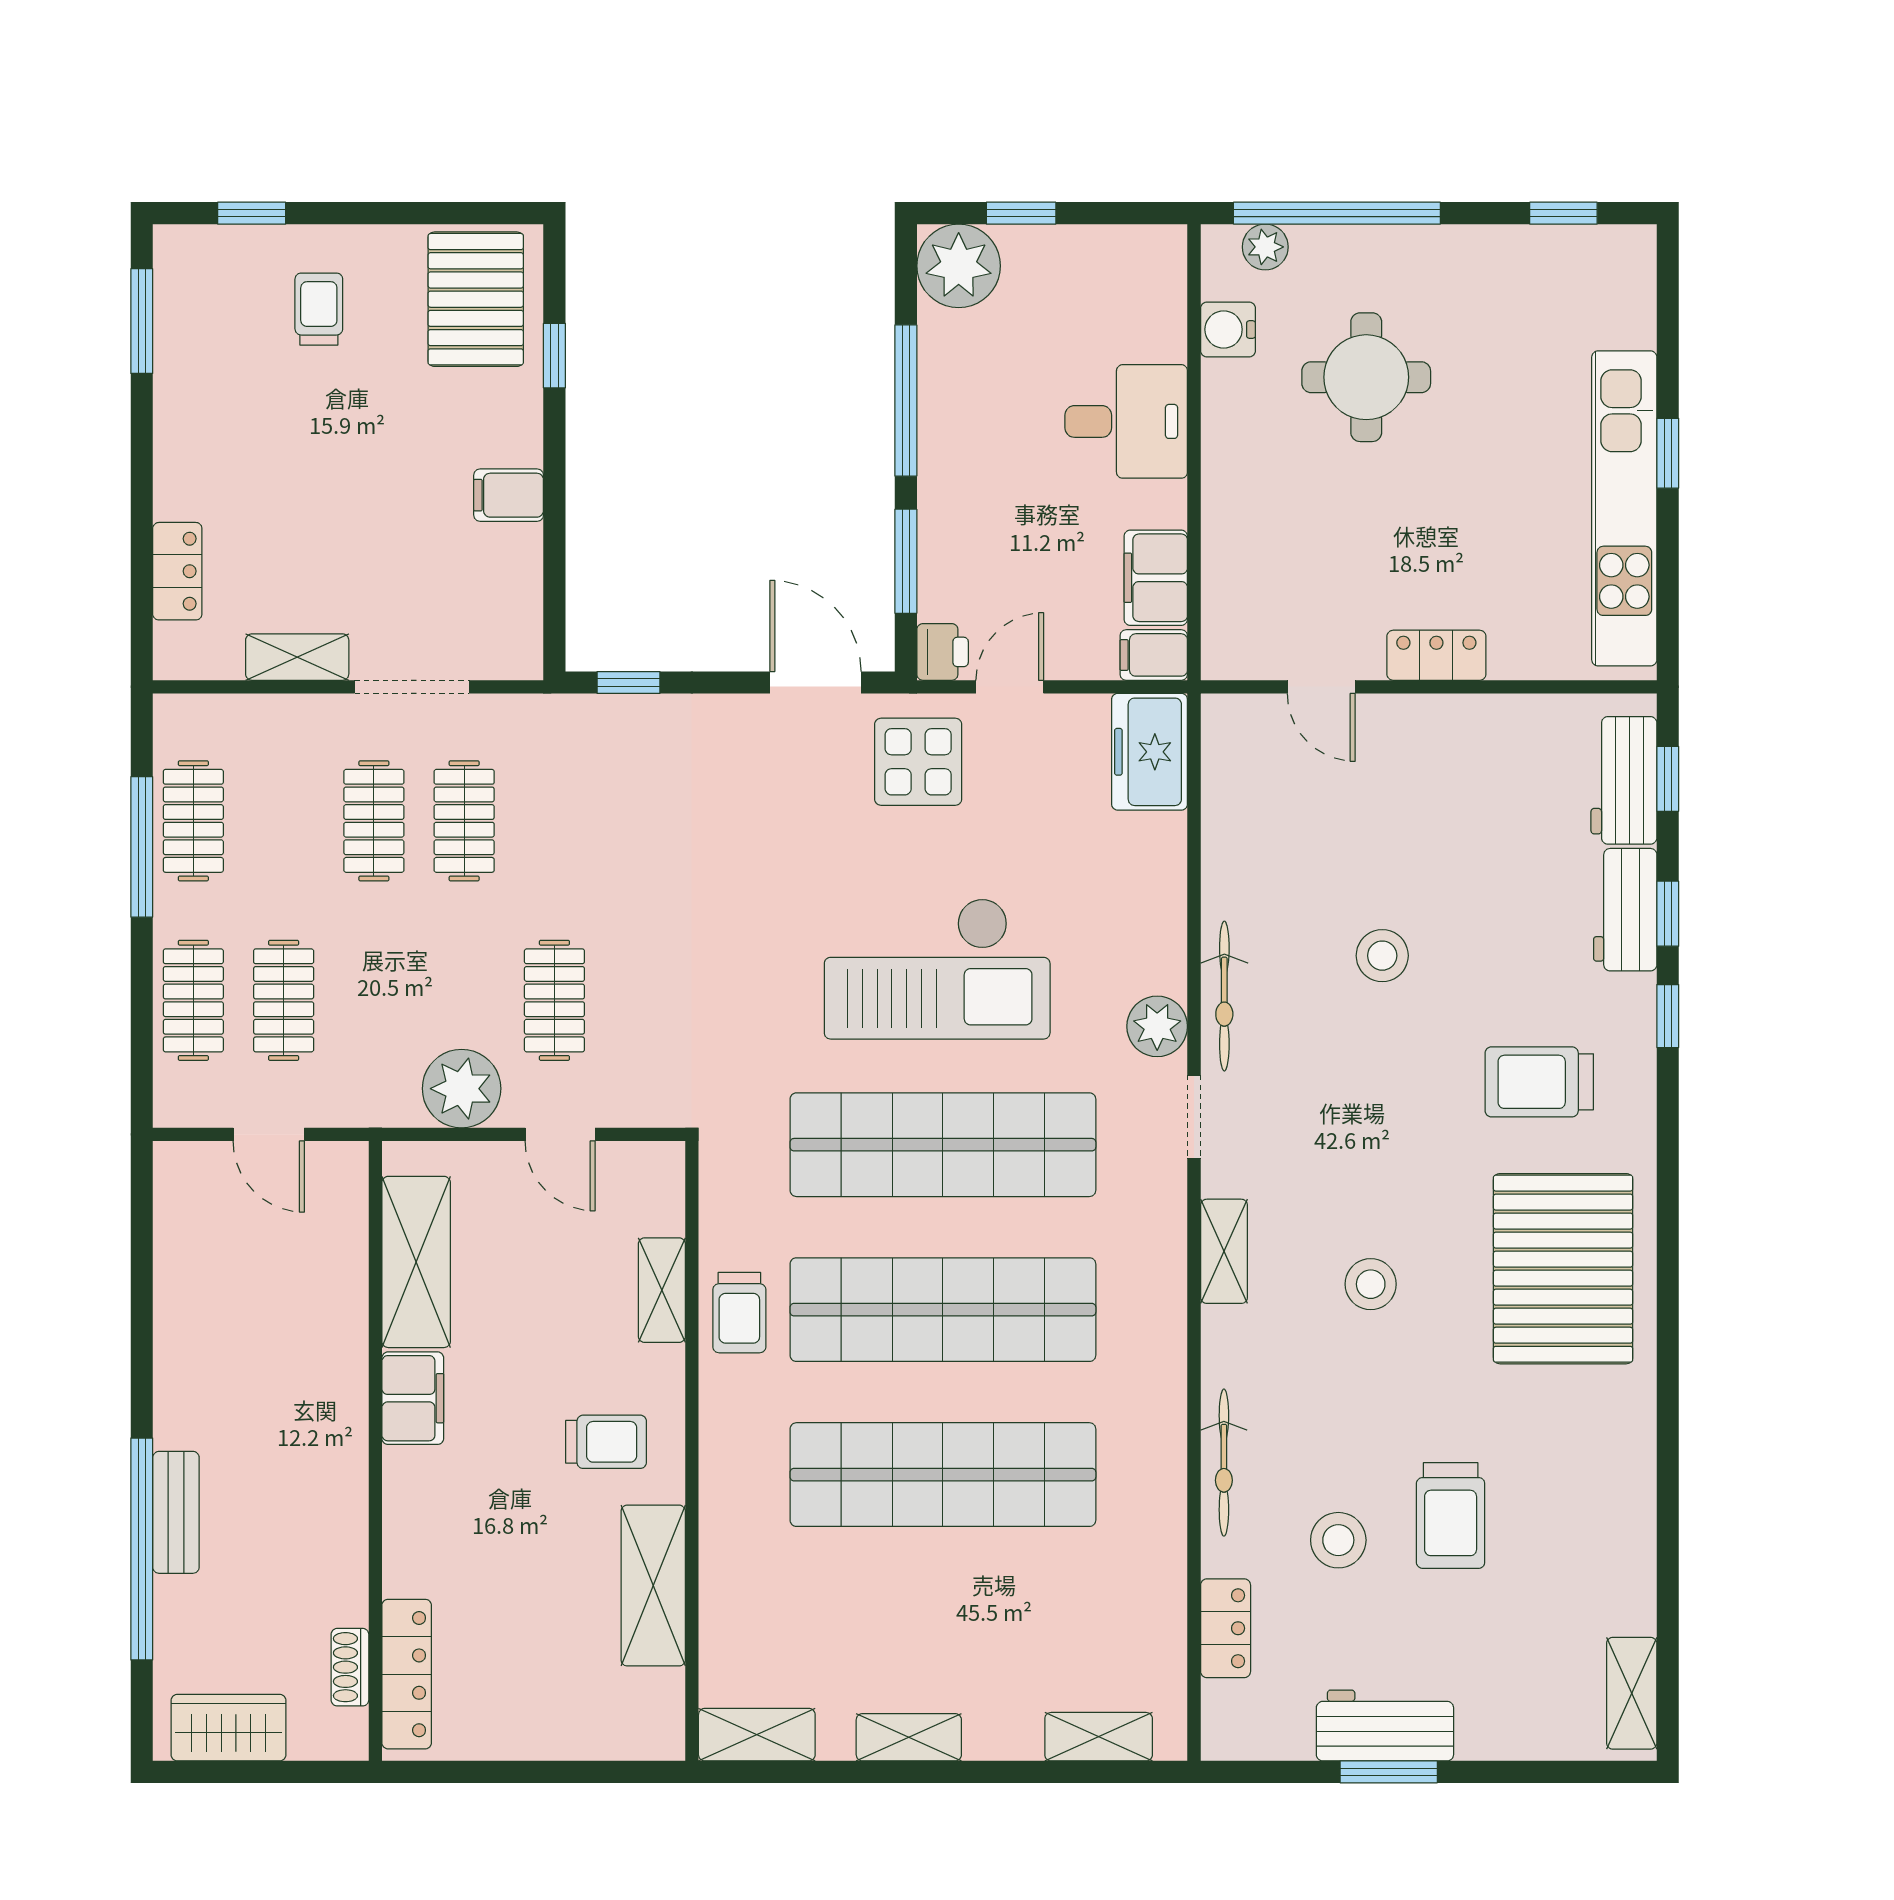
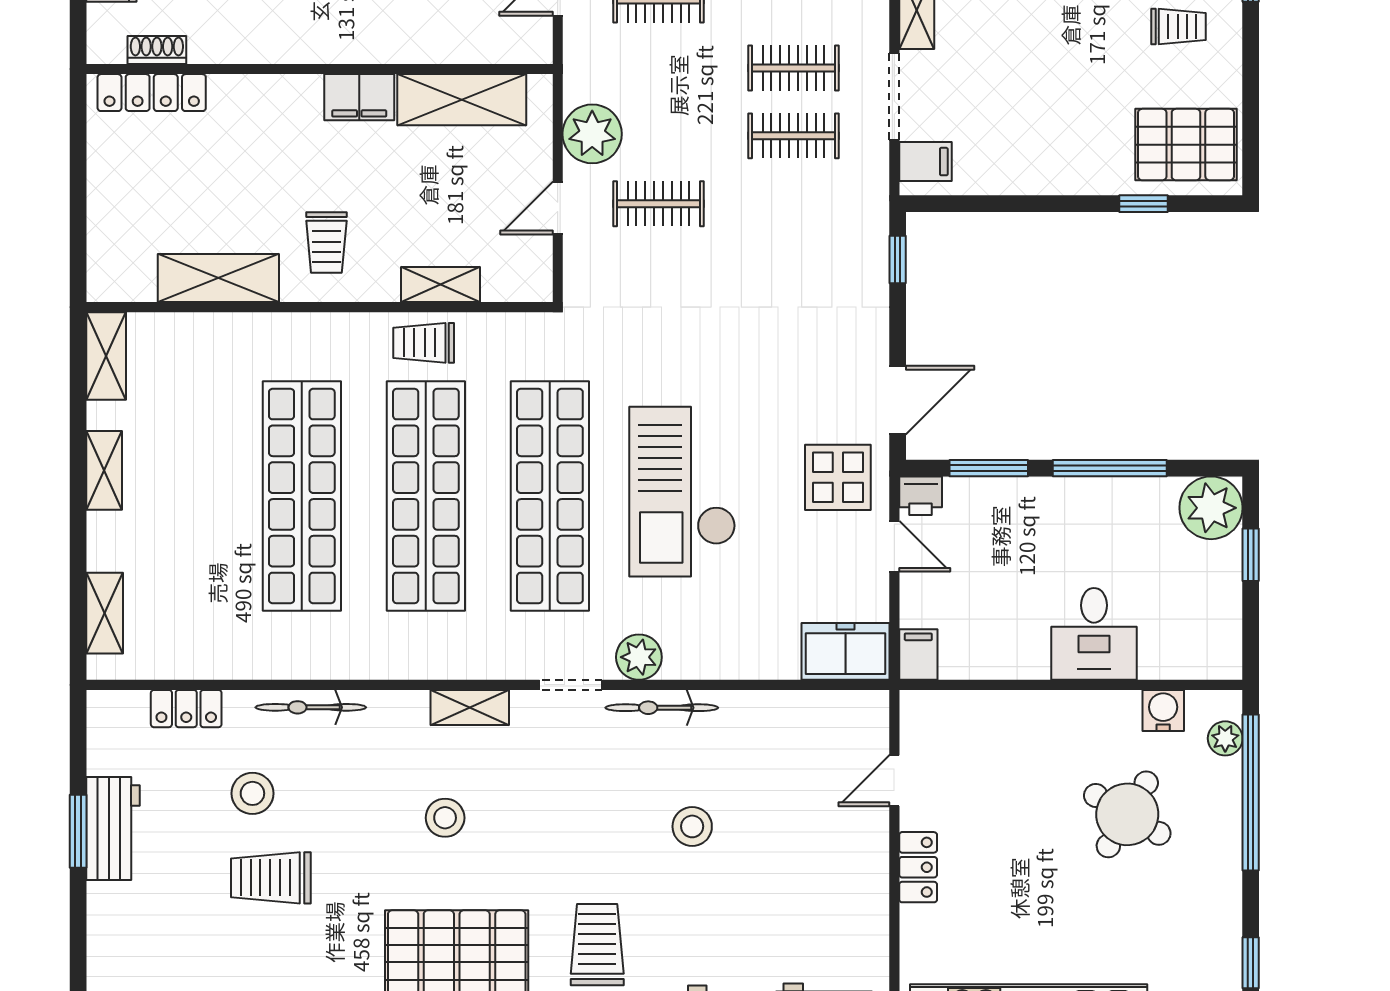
round table: (1366, 377) -> (1127, 814), turned 31
filing cabinet: (509, 495) -> (925, 162), moved, turned 90
filing cabinet: (1156, 578) -> (976, 656), removed

